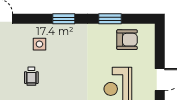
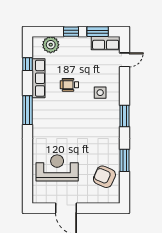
armchair: (127, 40) -> (104, 177), turned 114

